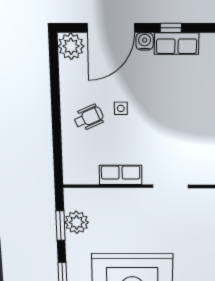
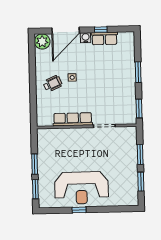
row of seats: (121, 175) -> (73, 119), width x1.48
plant: (77, 222) -> (45, 152), removed
window: (60, 226) -> (35, 164), moved

